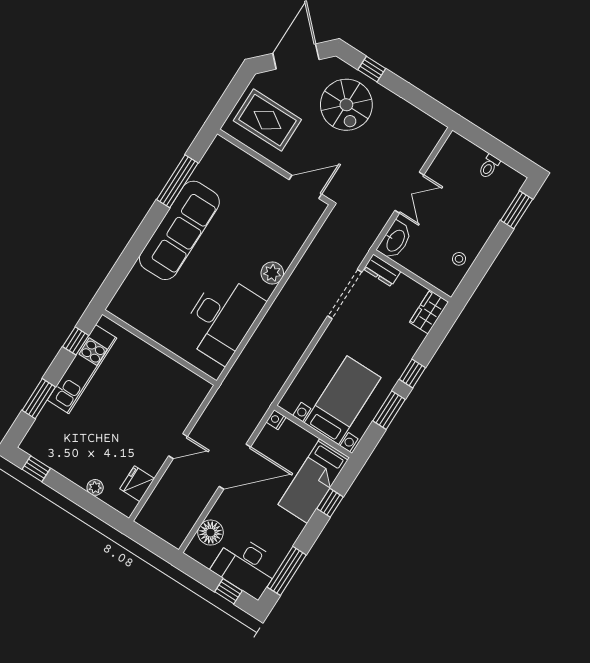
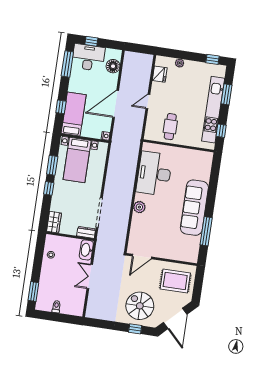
kitchen unit: (82, 369) -> (213, 110), width x1.36
cafe table: (159, 386) -> (170, 127), added

